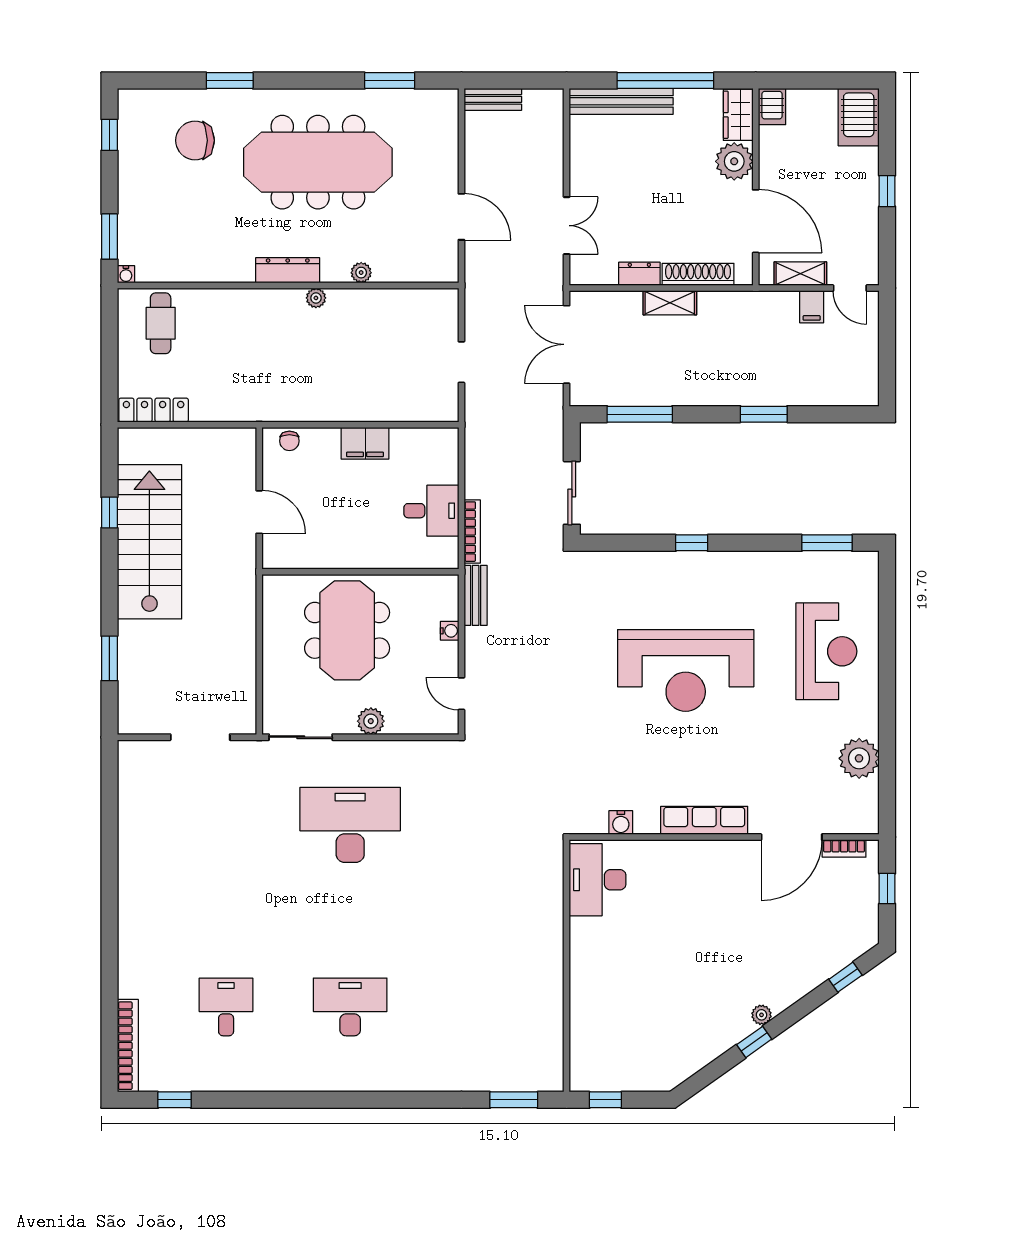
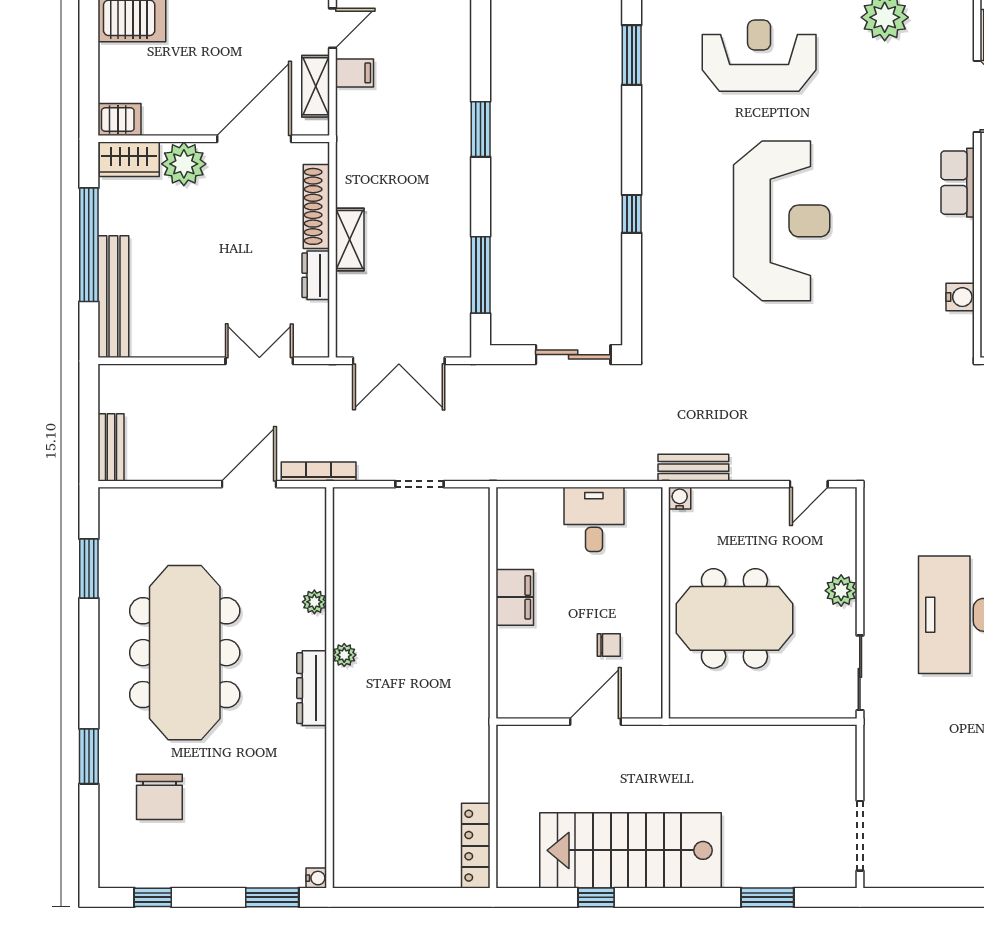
cafe table: (161, 323) -> (374, 837), removed
chair: (289, 441) -> (609, 645), moved
bookcase: (472, 532) -> (319, 472), moved
water cooler: (450, 631) -> (680, 498), moved
doorway: (200, 737) -> (860, 836), moved
row of seats: (704, 820) -> (958, 183), width x0.68

